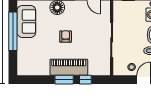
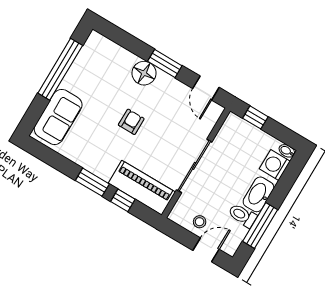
sofa: (26, 21) -> (58, 117), moved
piano: (69, 67) -> (142, 188), moved

